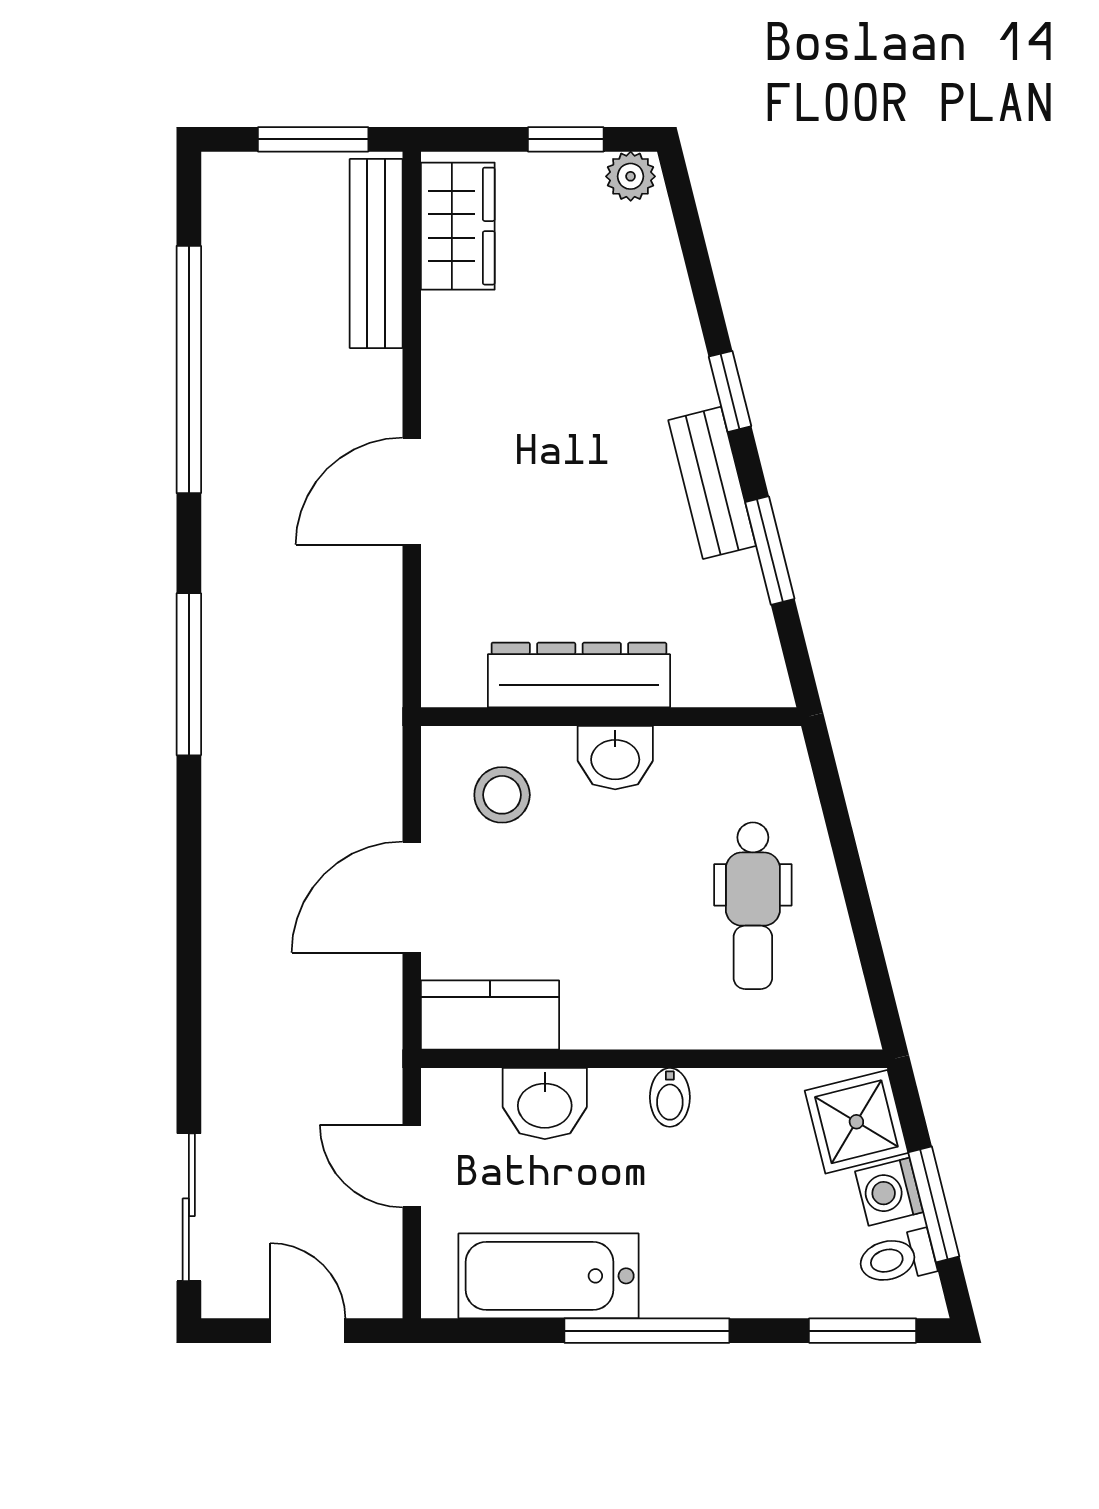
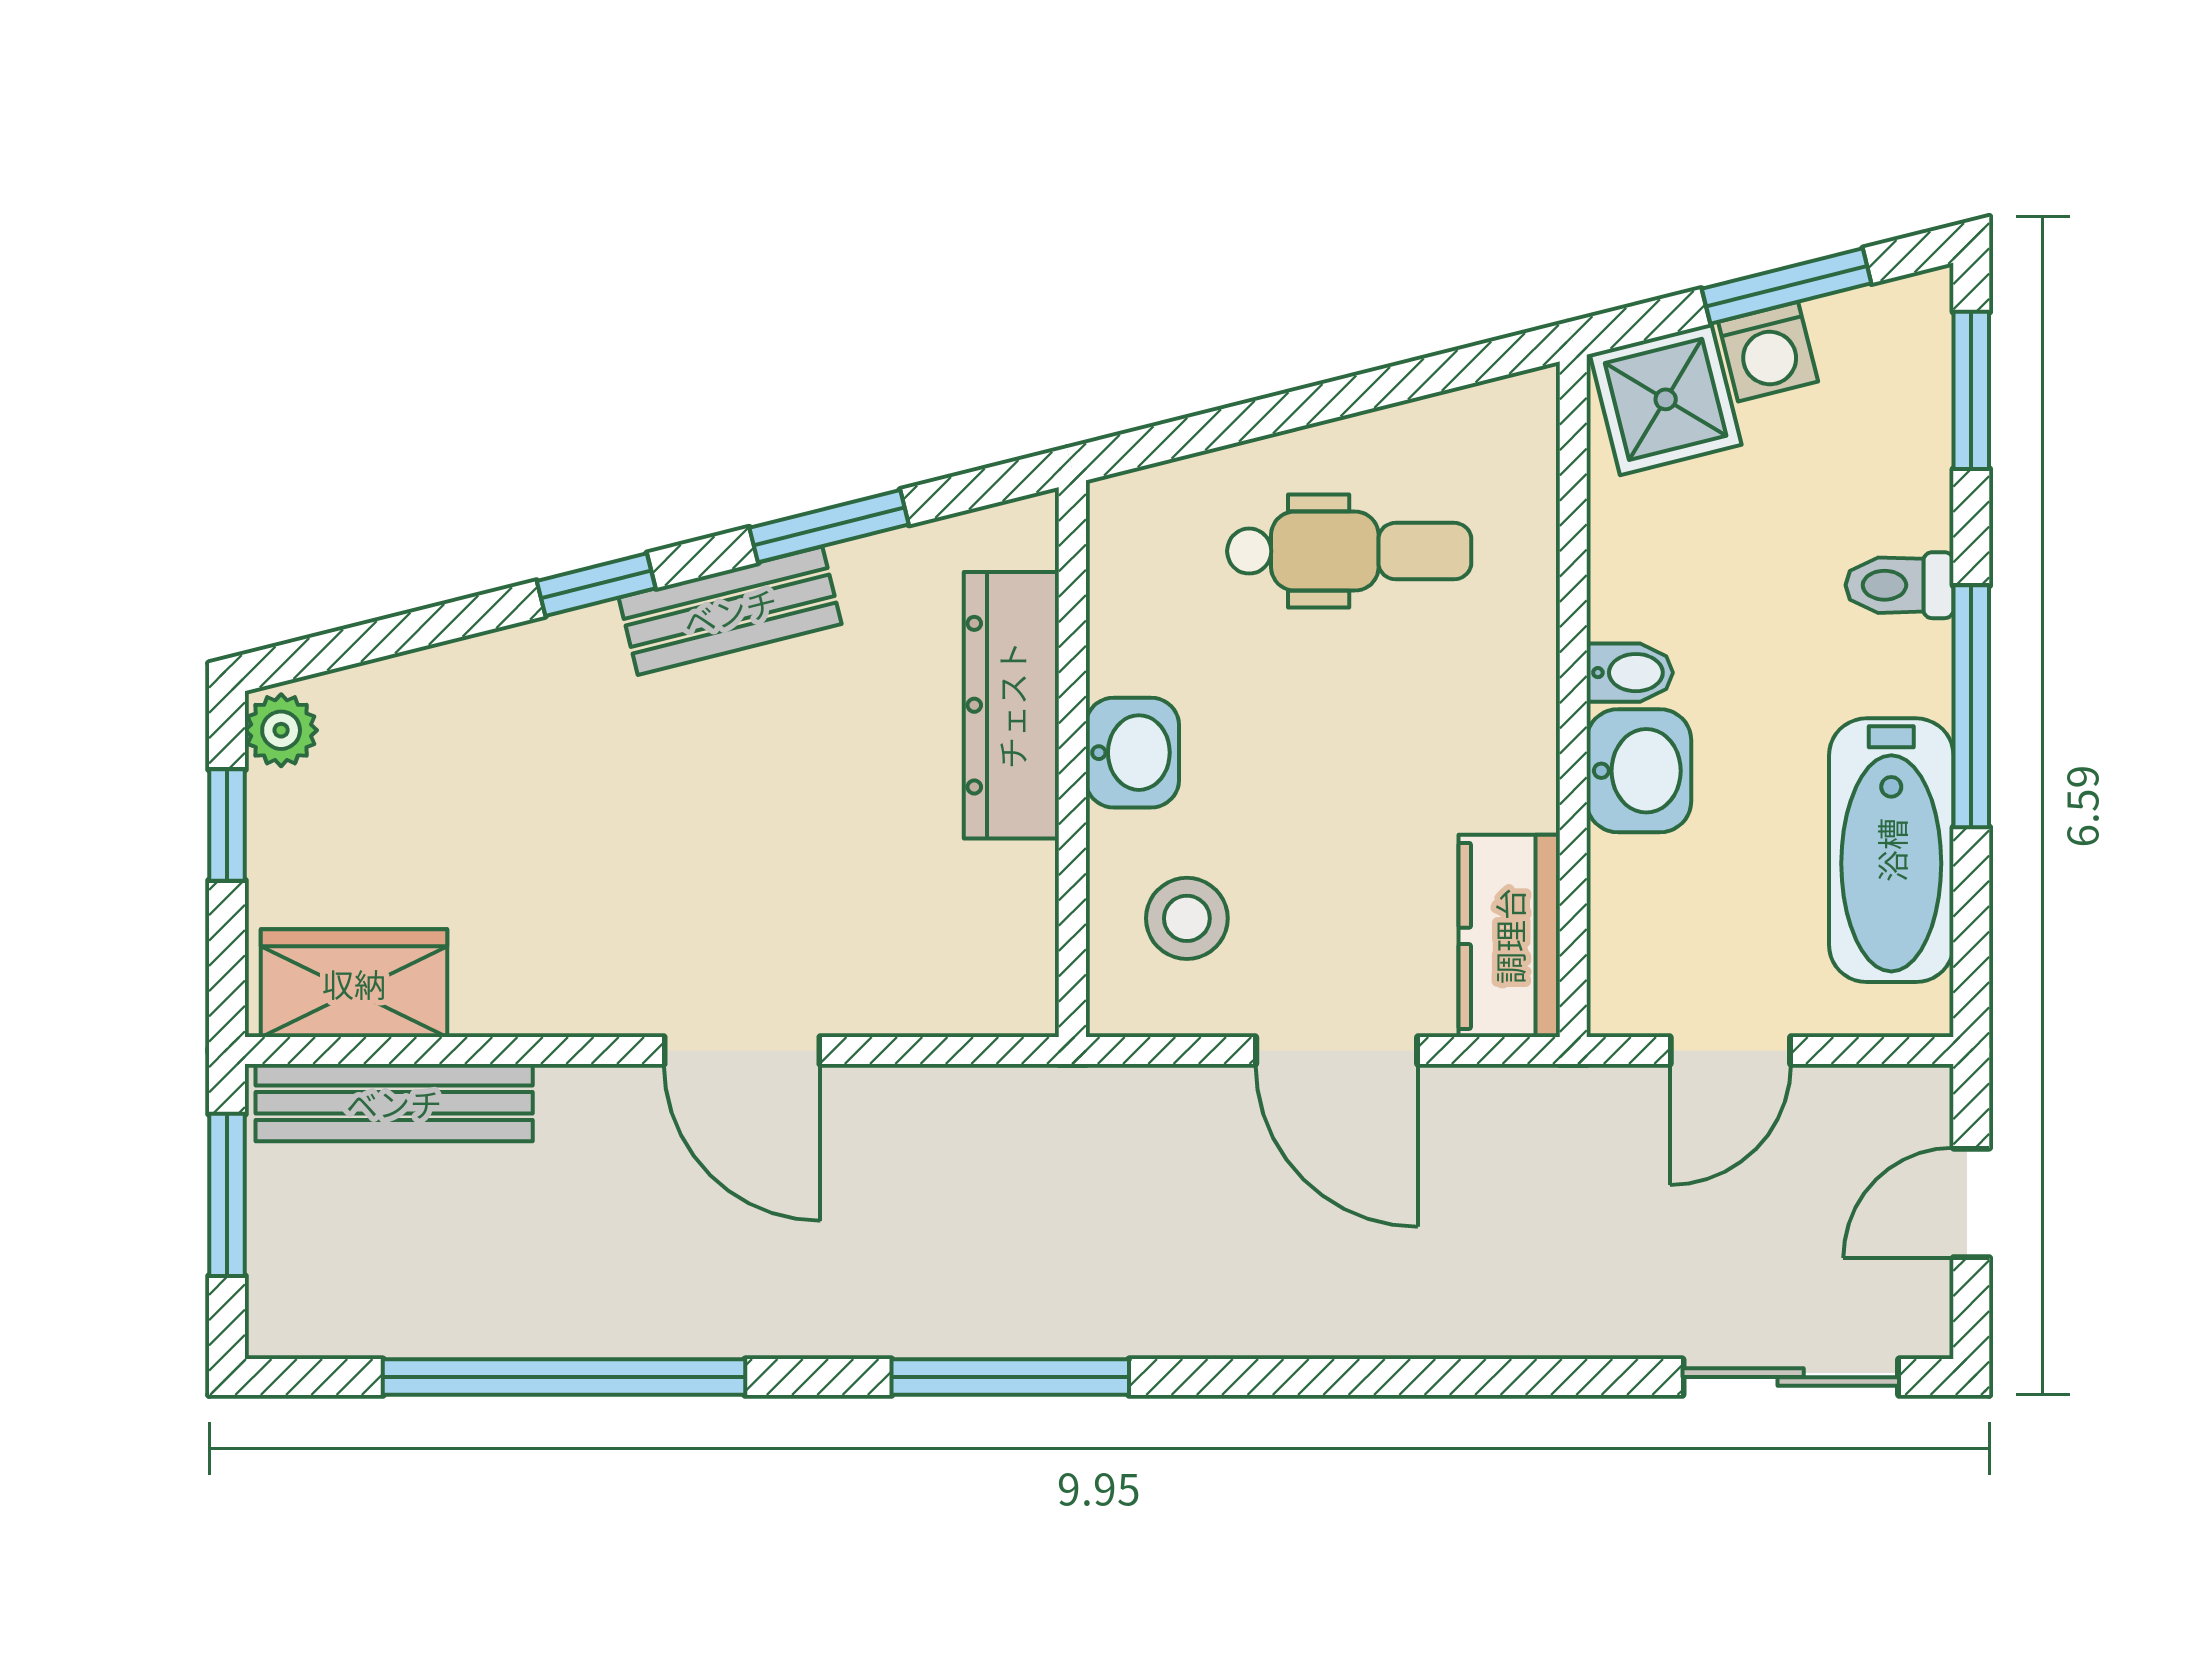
dresser: (579, 675) -> (1011, 705), moved
washbasin: (545, 1104) -> (1639, 771), moved
toilet: (897, 1258) -> (1900, 585), moved, turned 104

